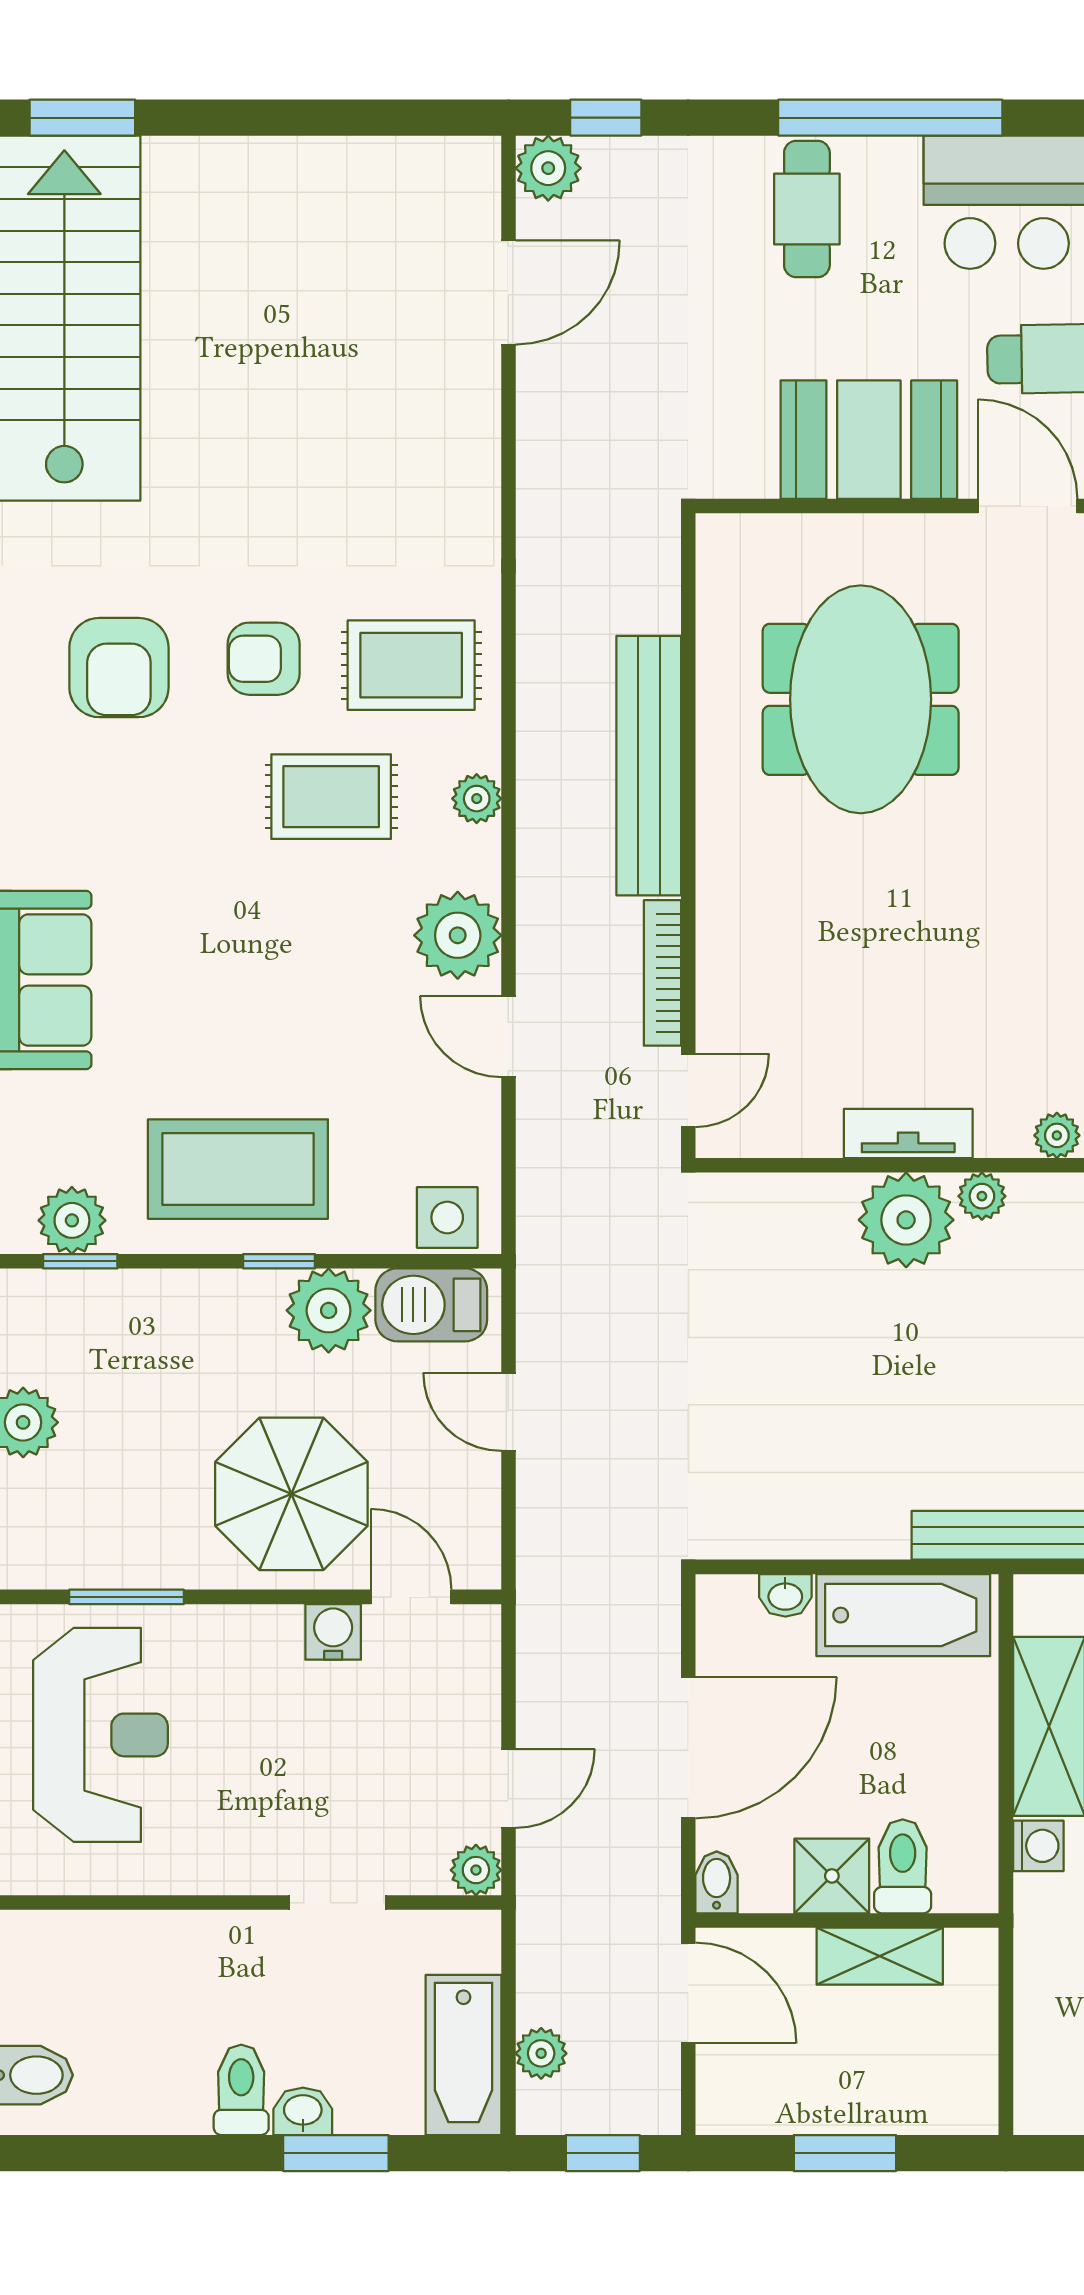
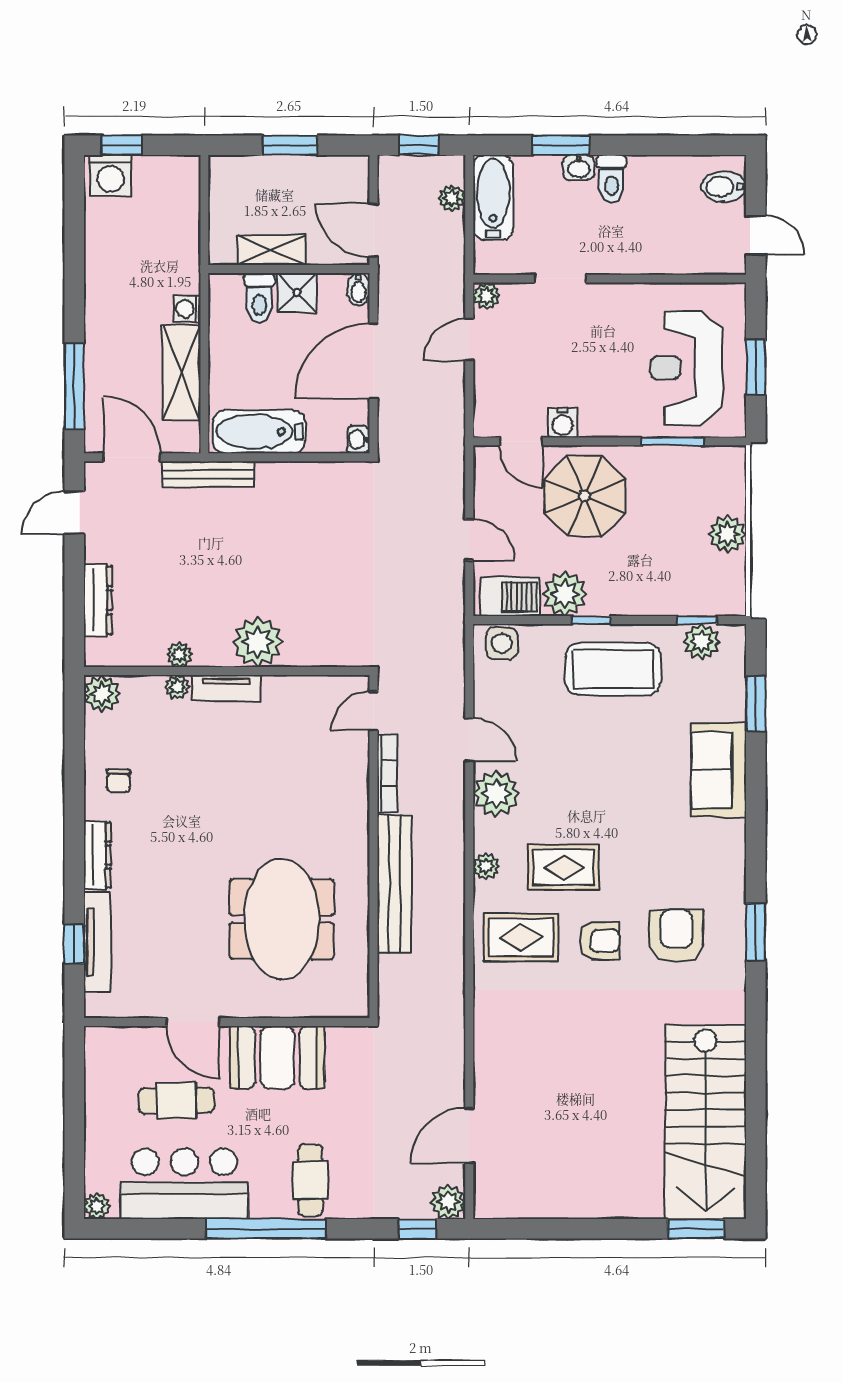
tv unit: (908, 1134) -> (226, 688), moved
plant: (982, 1196) -> (179, 655), moved
washbasin: (785, 1595) -> (358, 439), moved, turned -90

